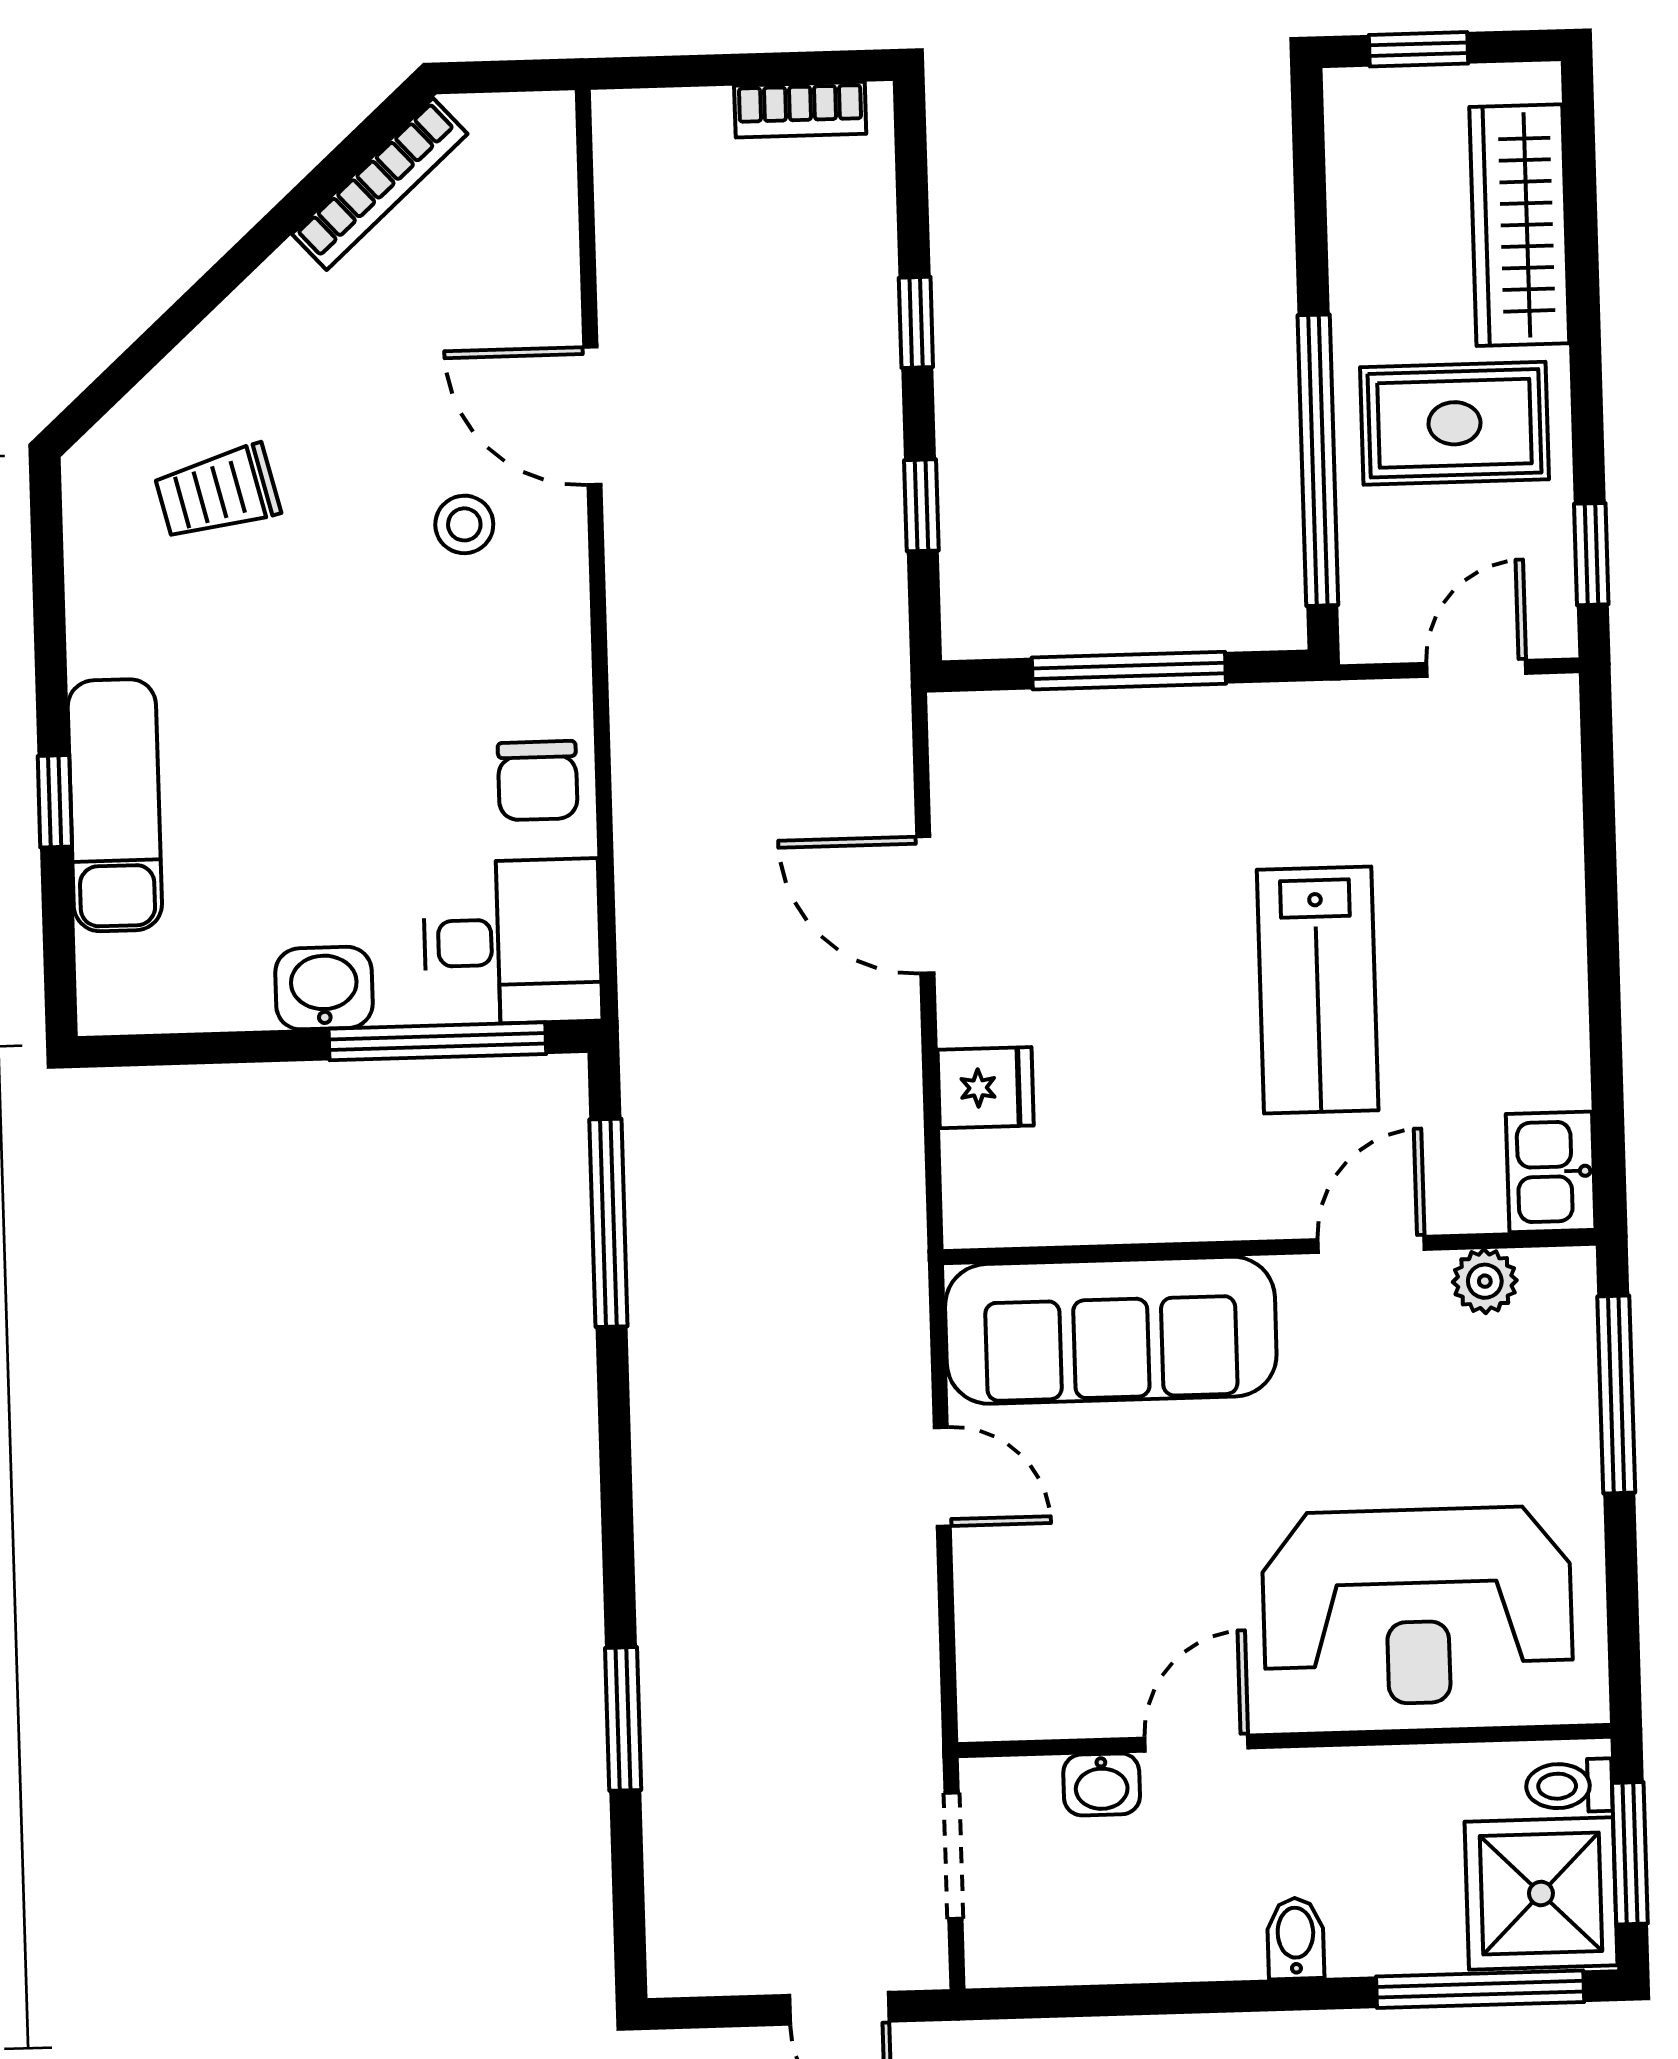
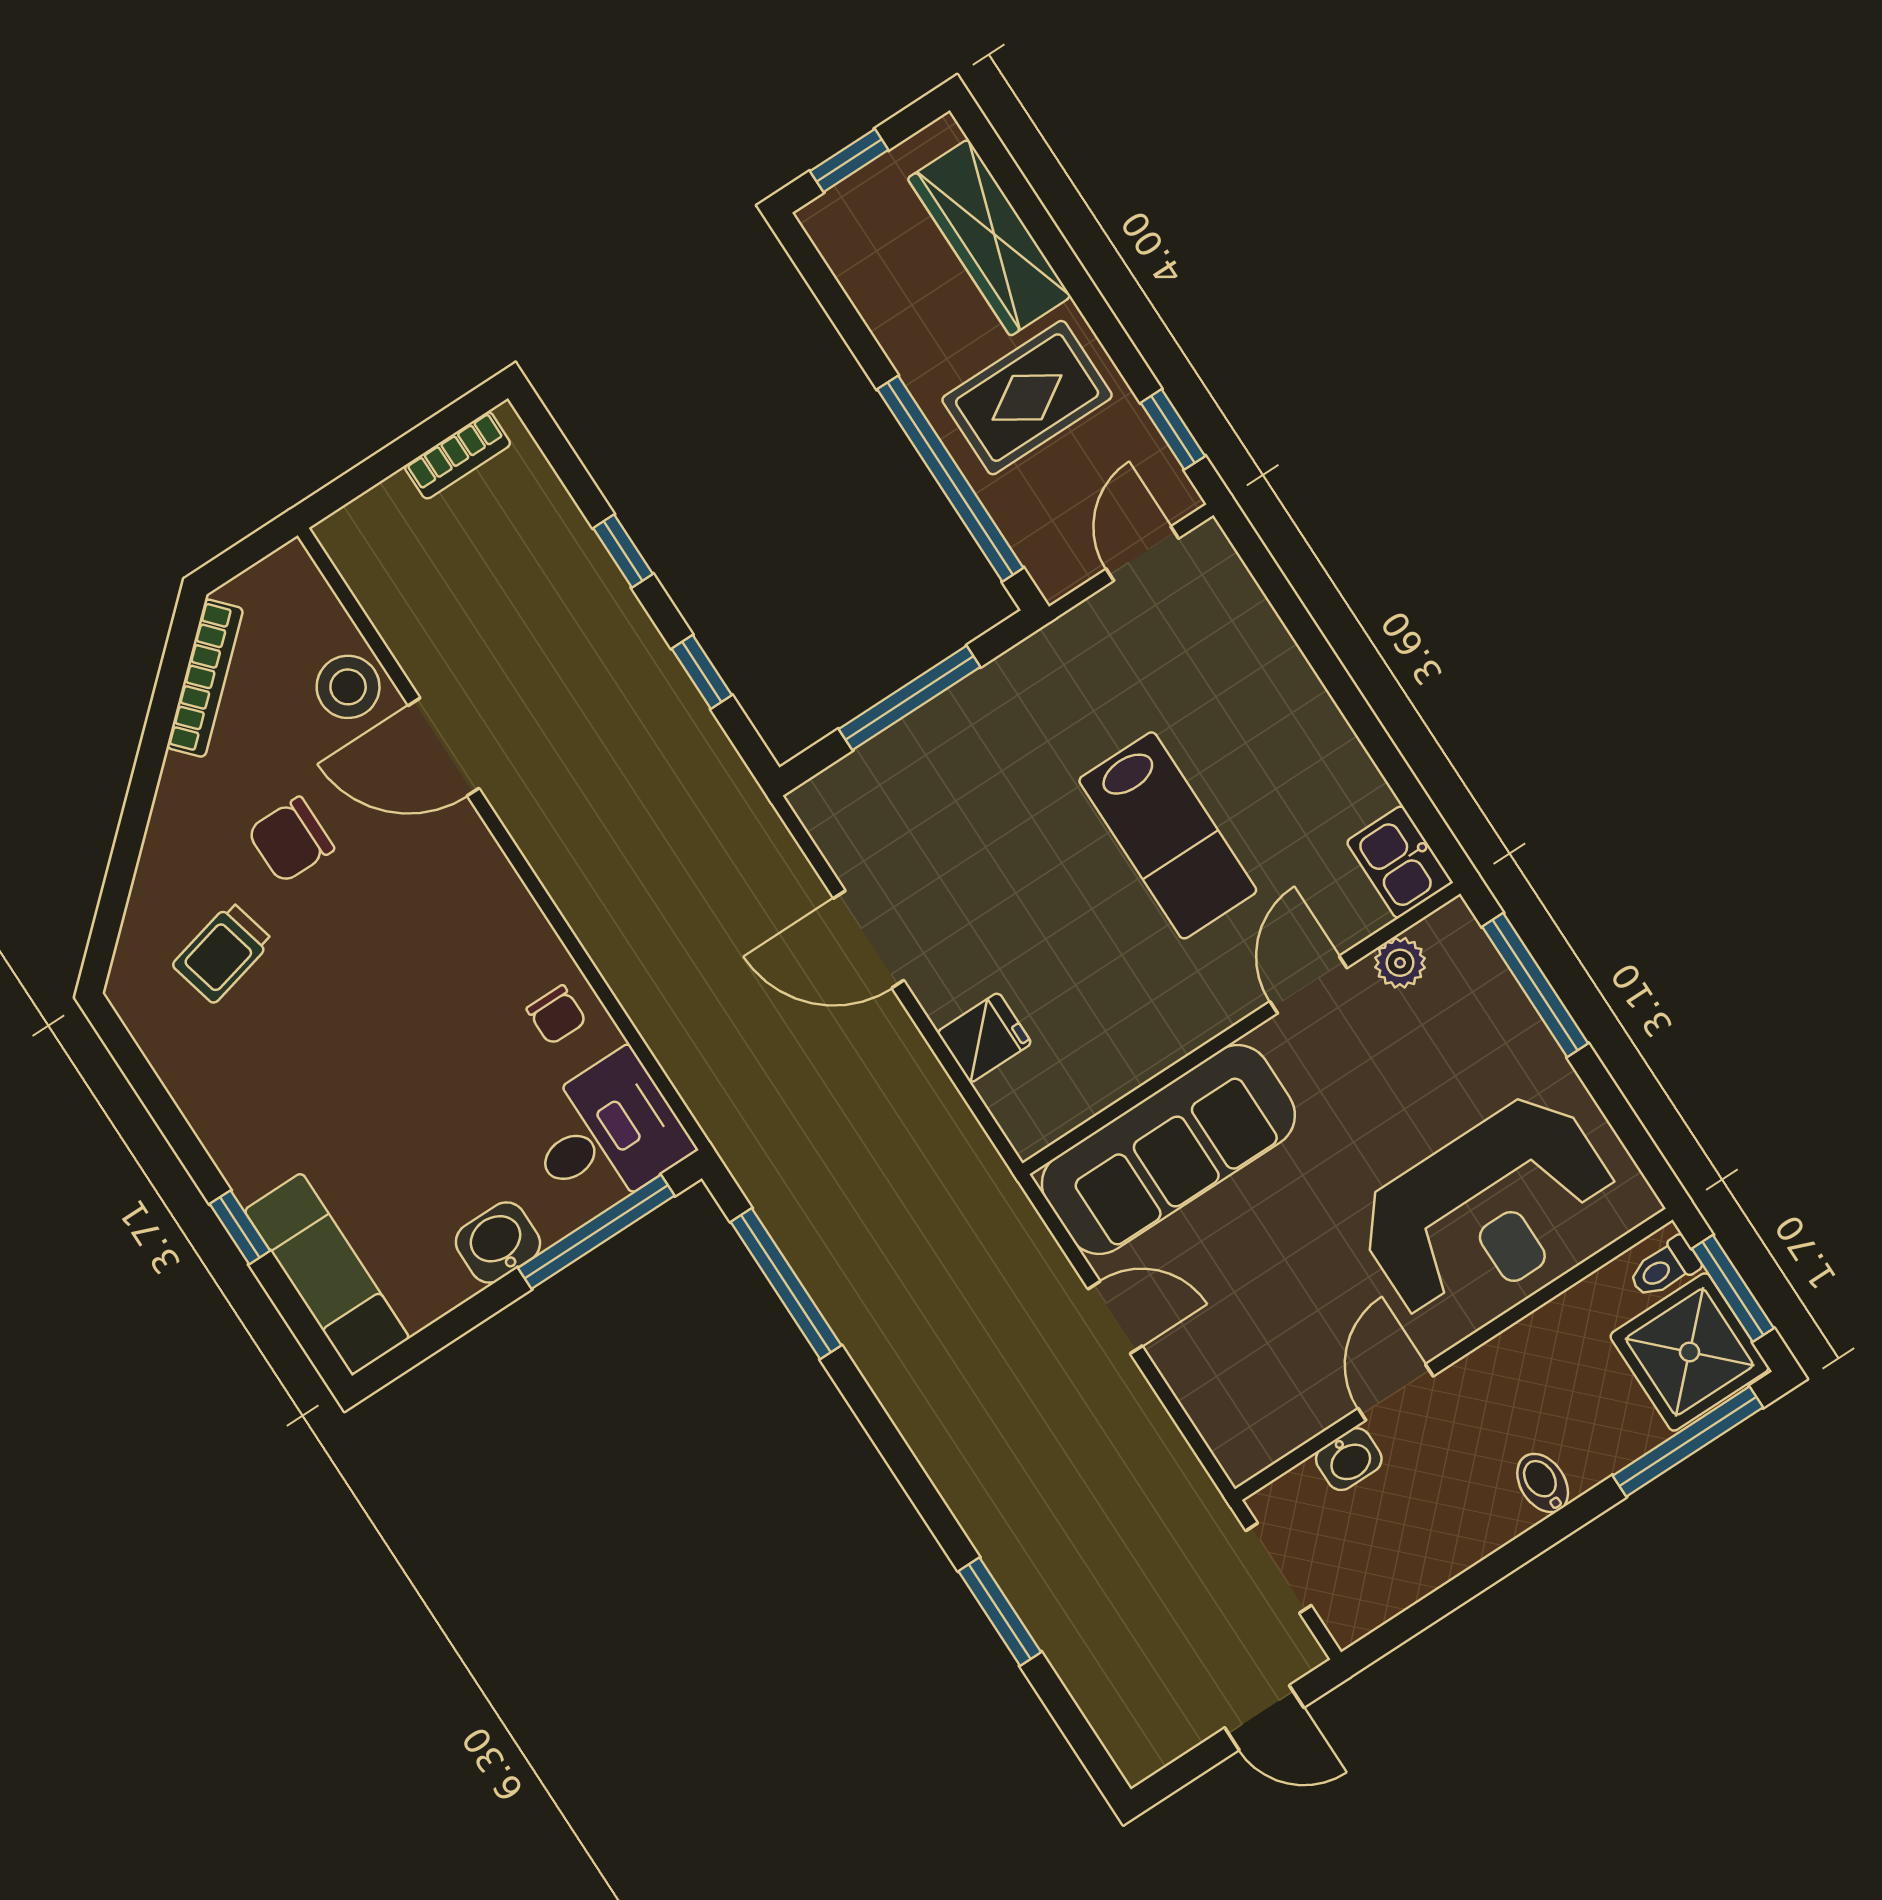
chair: (366, 416) -> (291, 840), added
stool: (464, 524) -> (348, 687), moved, width x1.37, depth x1.37
chair: (538, 781) -> (557, 1015), width x0.73, depth x0.73
exam couch: (115, 805) -> (327, 1274), moved

